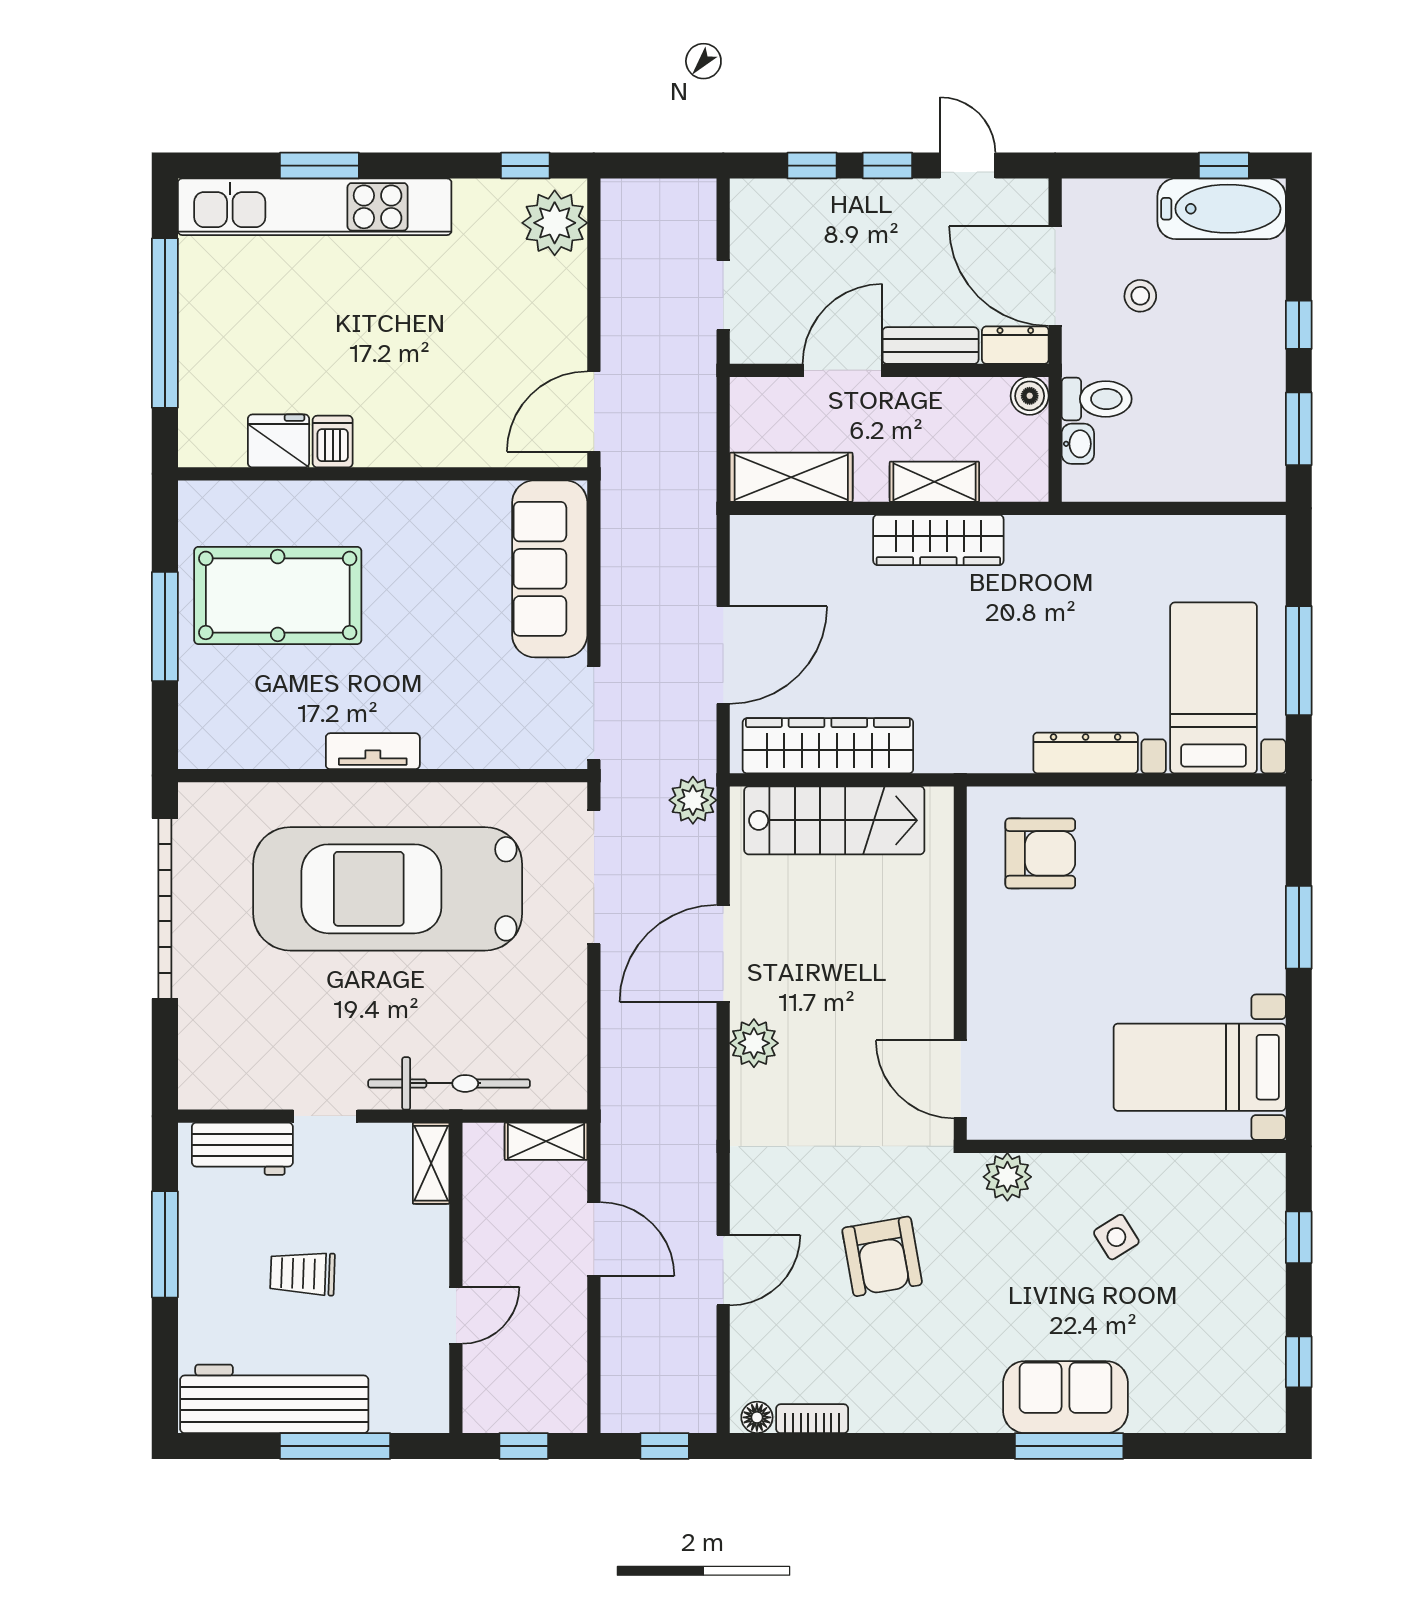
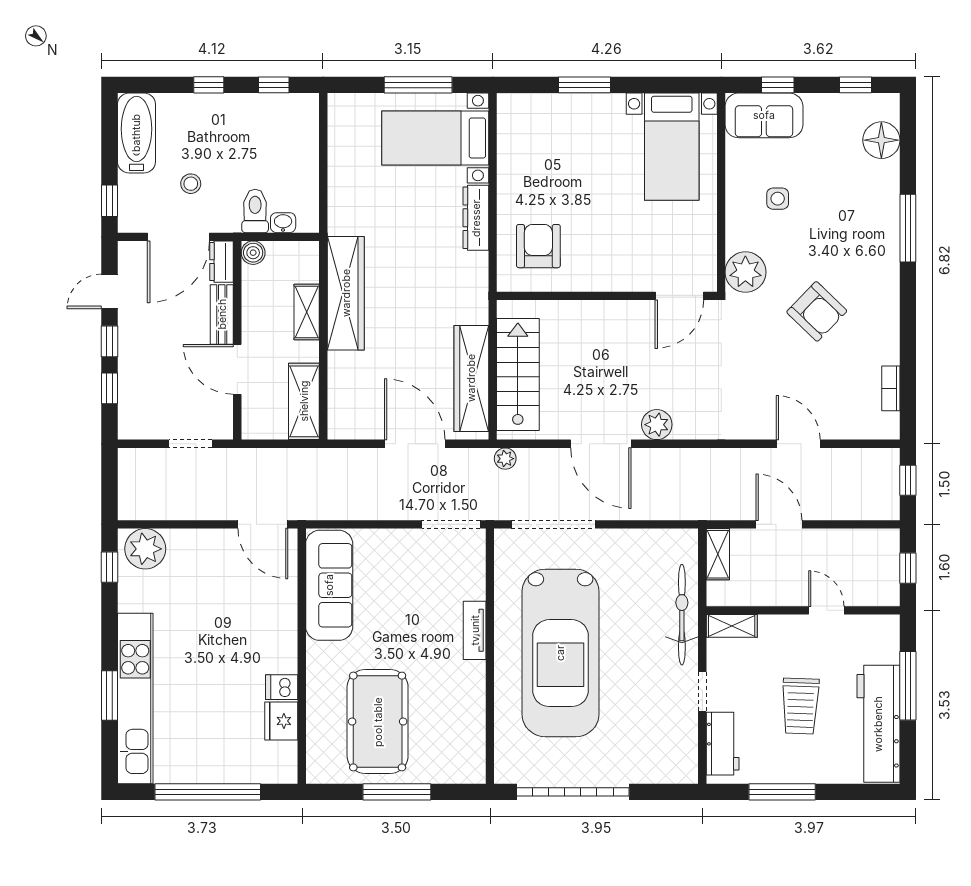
window: (1224, 166) -> (110, 201), moved
window: (1299, 429) -> (274, 85), width x0.67
wardrobe: (938, 540) -> (346, 293), width x1.40, depth x1.17
sofa: (550, 569) -> (329, 585), moved, turned -90
tv unit: (373, 751) -> (475, 630), moved
plant: (693, 800) -> (505, 459), width x0.73, depth x0.73
plant: (1007, 1177) -> (745, 272), width x1.36, depth x1.36
side table: (1116, 1237) -> (778, 199), turned 32
door: (594, 1239) -> (779, 524), hinge flipped
armchair: (882, 1256) -> (817, 311), moved, turned 54
trolley: (302, 1274) -> (800, 706), width x1.36, depth x1.39
sofa: (1066, 1397) -> (764, 115), moved, turned -90
floor lamp: (757, 1417) -> (881, 140), moved, width x1.89, depth x1.89

